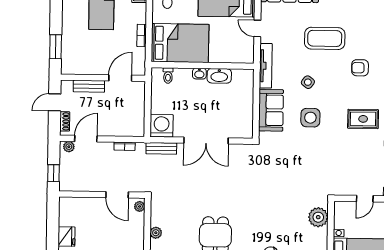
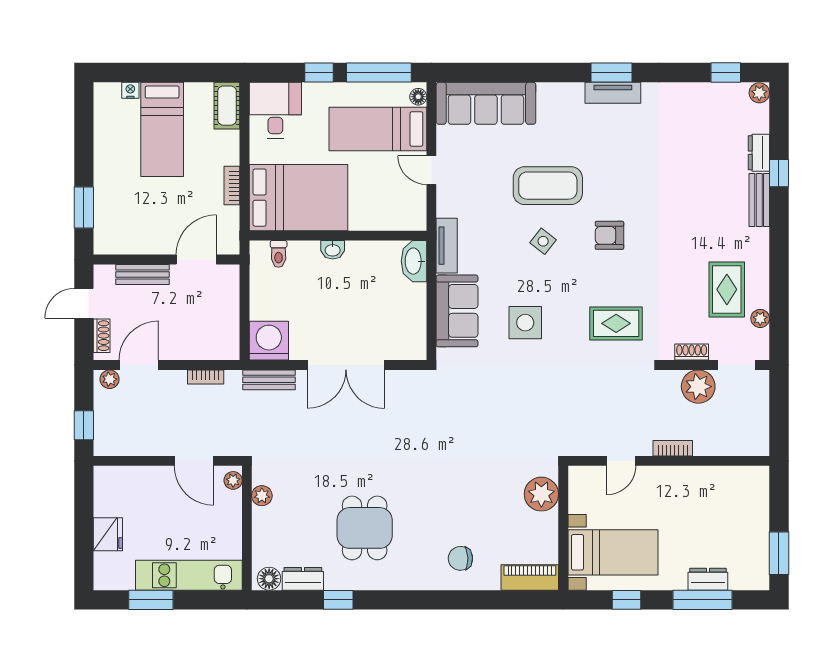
tv unit: (266, 66) -> (447, 246), width x0.71
washbasin: (219, 76) -> (414, 261), moved, turned 90
side table: (308, 82) -> (543, 241), moved
plant: (156, 233) -> (262, 496), moved

